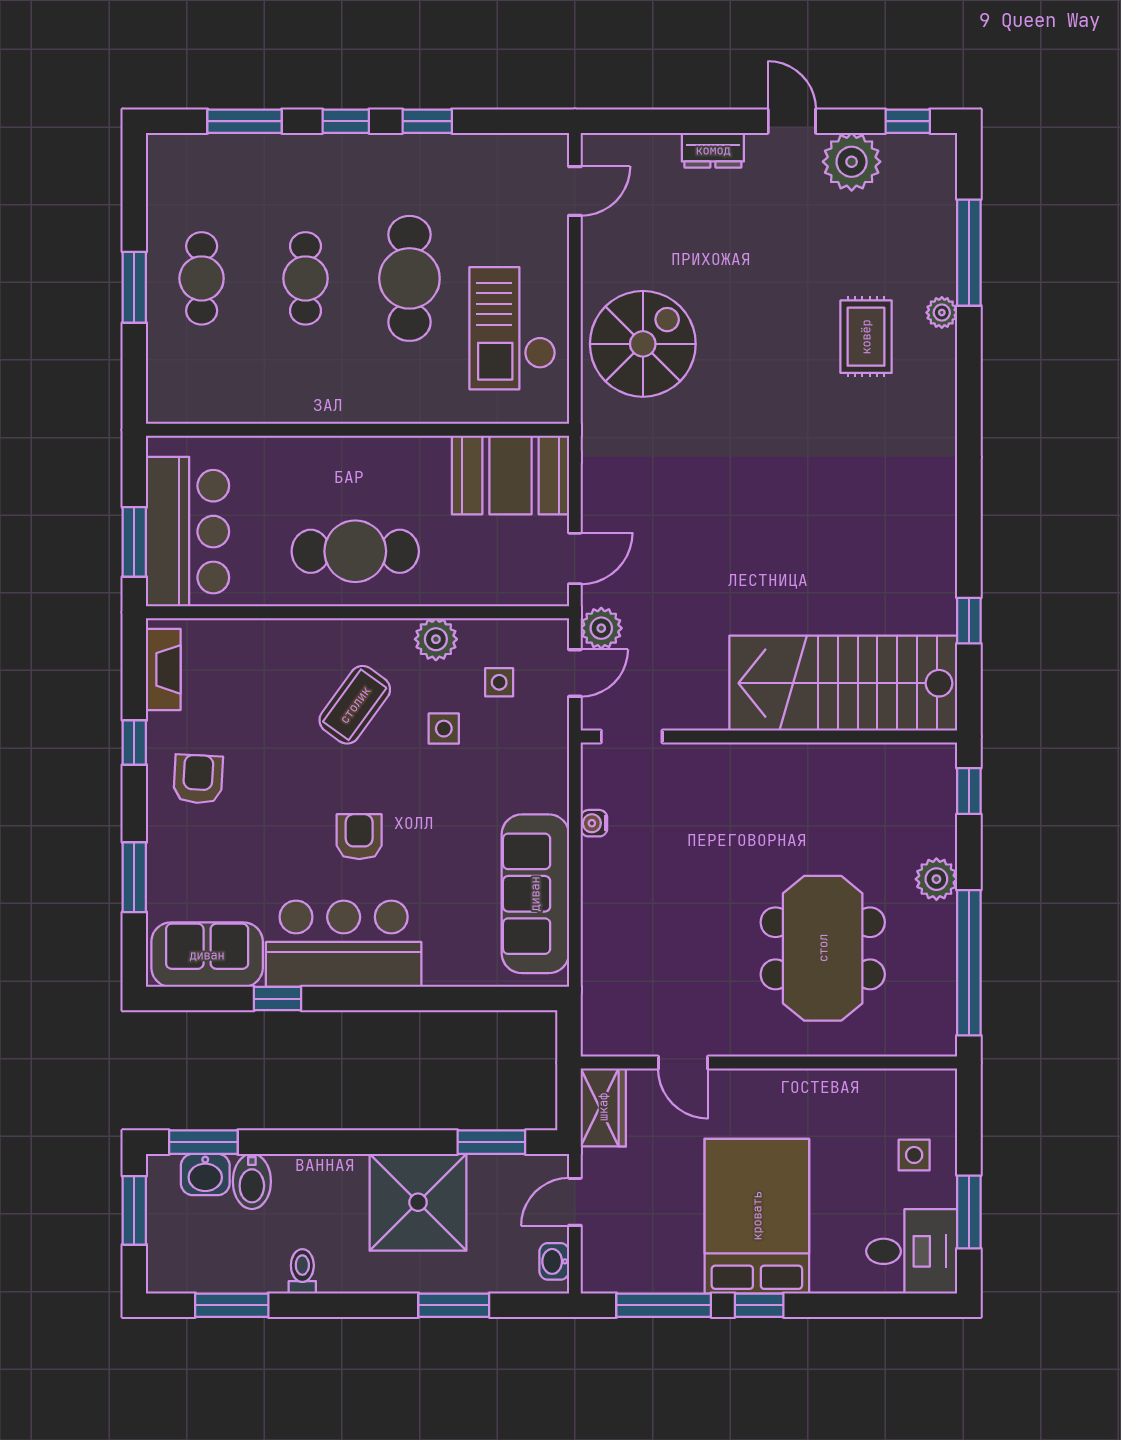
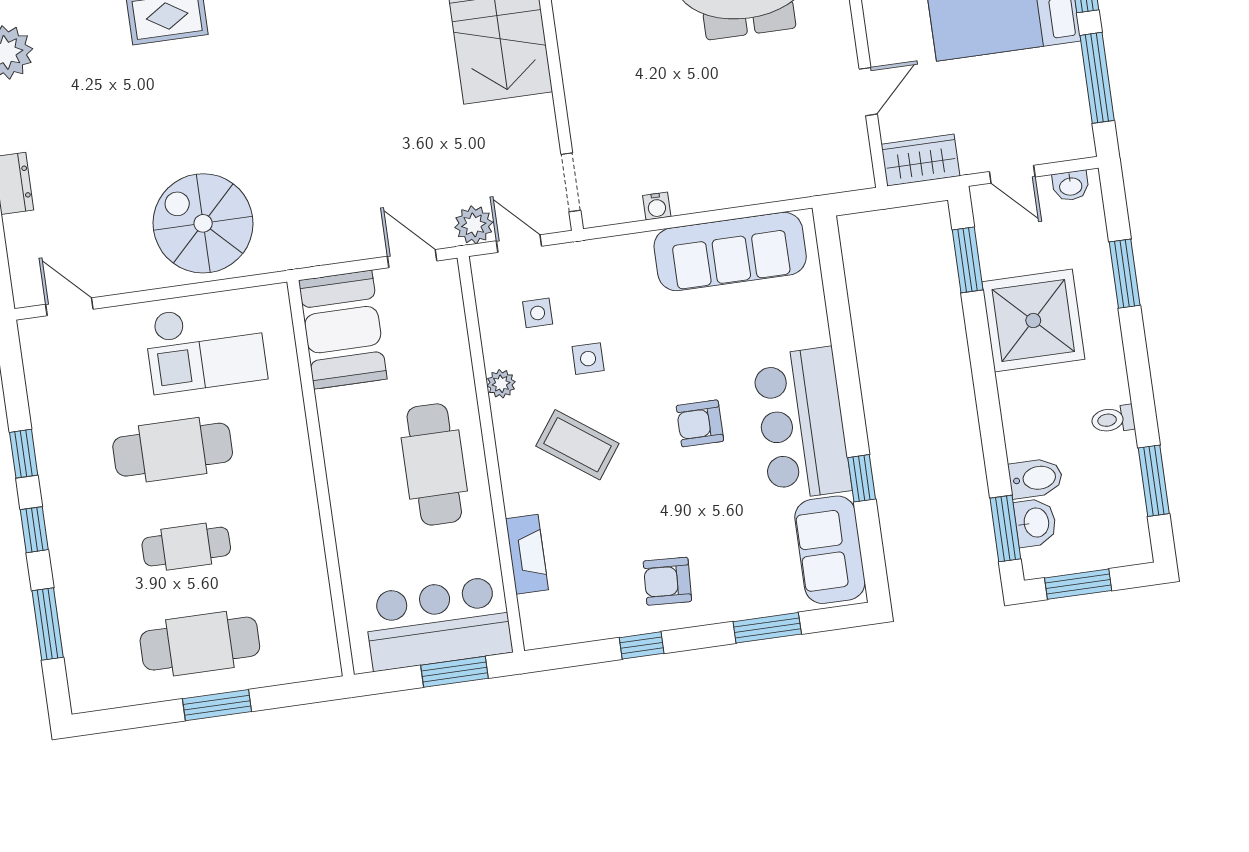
cafe table: (202, 278) -> (200, 644), width x1.37, depth x1.35
plant: (436, 639) -> (501, 384), width x0.73, depth x0.73
fireplace: (163, 669) -> (527, 554), moved, turned 90

